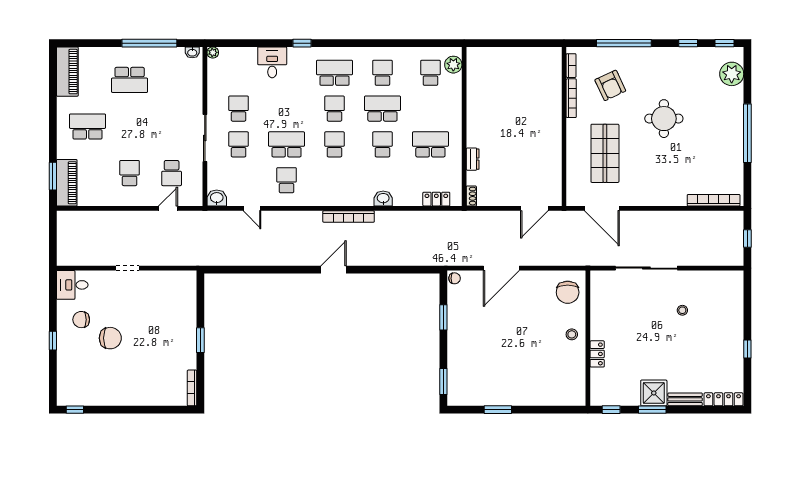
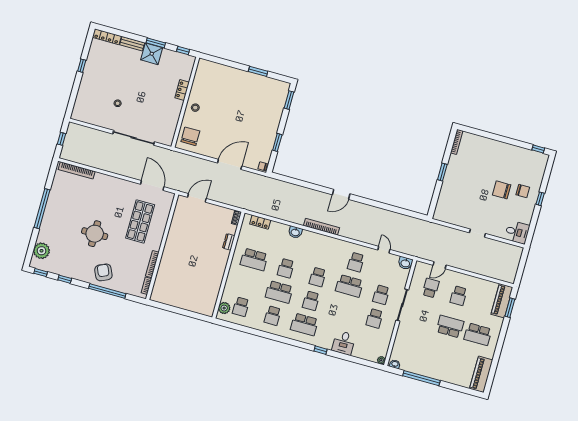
school desk: (130, 80) -> (450, 327), moved
armchair: (610, 85) -> (103, 272), moved
chair: (81, 320) -> (523, 191), moved

